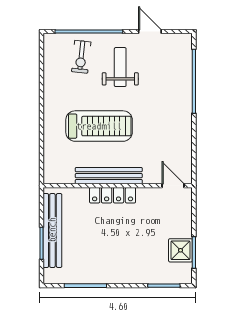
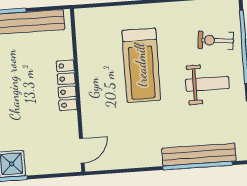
bench: (109, 176) -> (199, 155), moved, turned 90

